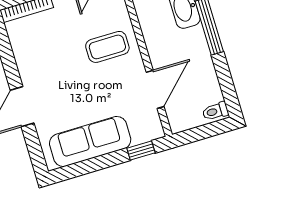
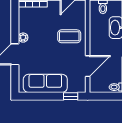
plant: (28, 73) -> (23, 38), added

